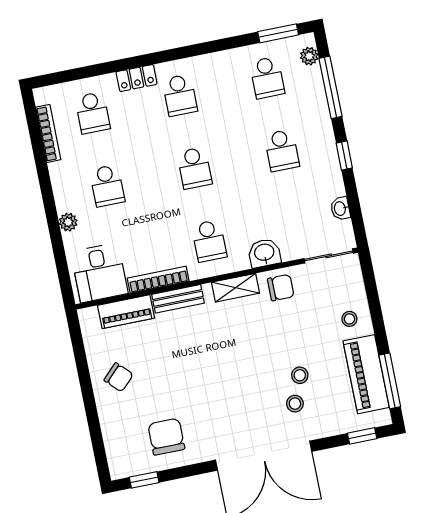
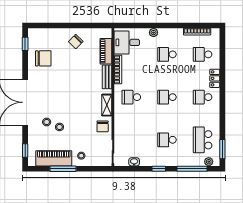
school desk: (267, 78) -> (203, 140), width x1.85
washbasin: (264, 253) -> (120, 122), removed
window: (390, 381) -> (63, 169), moved

